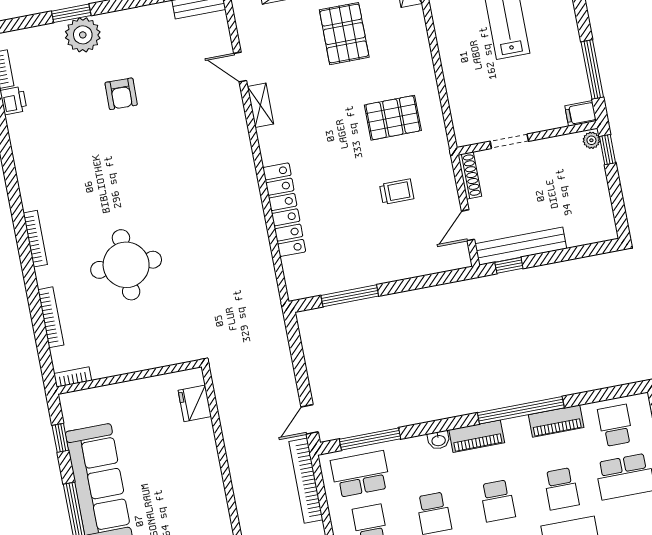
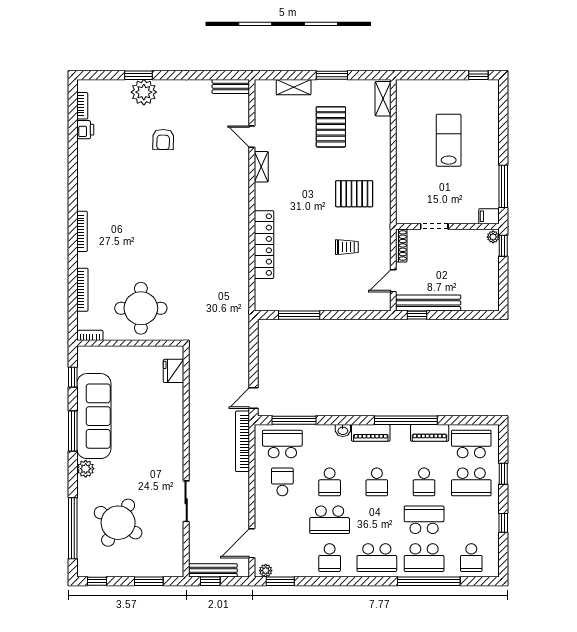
round table: (126, 265) -> (141, 308), moved
school desk: (615, 425) -> (471, 444), width x1.85

